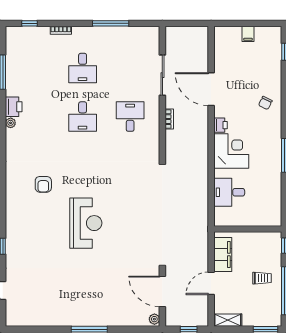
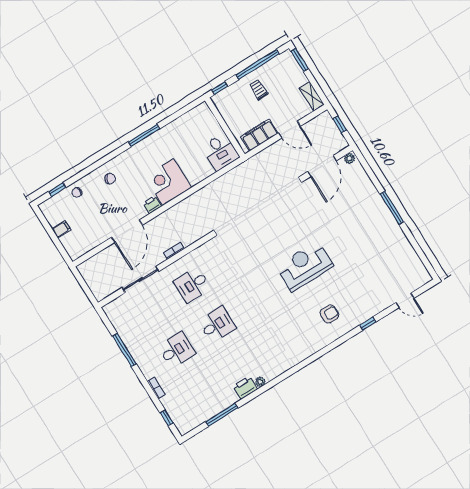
chair: (271, 67) -> (77, 192), added
armchair: (43, 184) -> (330, 314), moved
desk: (229, 192) -> (220, 152), moved

